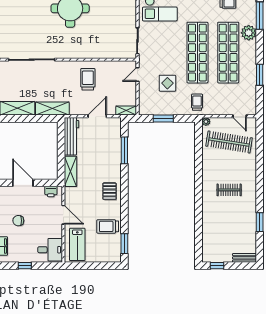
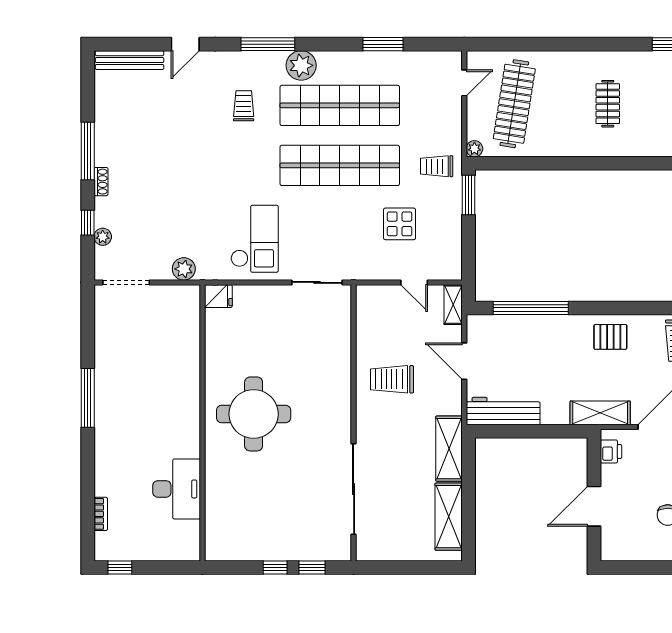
door: (137, 75) -> (414, 282), moved
window: (163, 118) -> (468, 195), moved
window: (124, 150) -> (531, 308), width x1.46
shelving: (71, 171) -> (600, 413), moved

